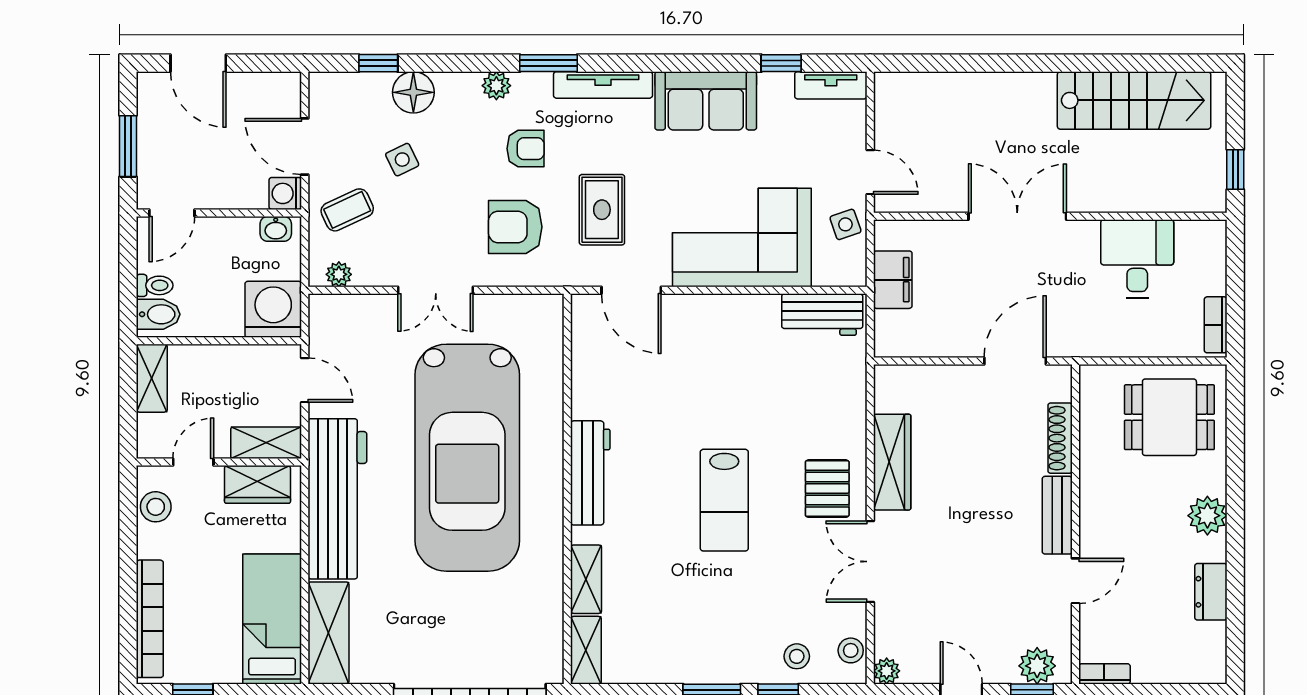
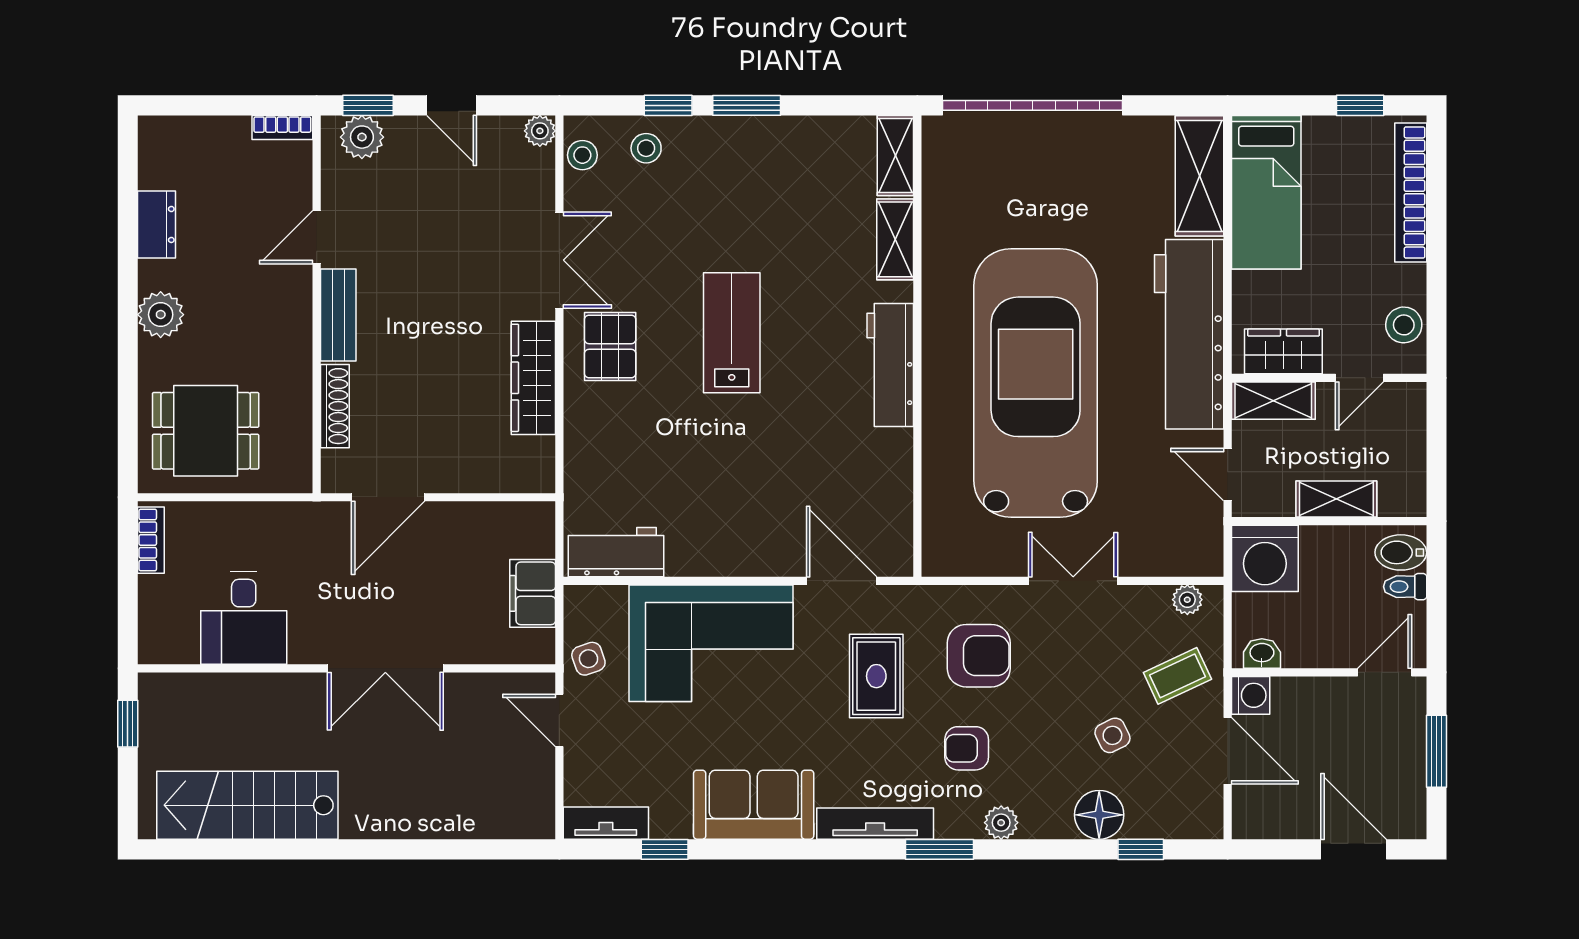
shelving: (152, 378) -> (1336, 499), moved, turned 90

